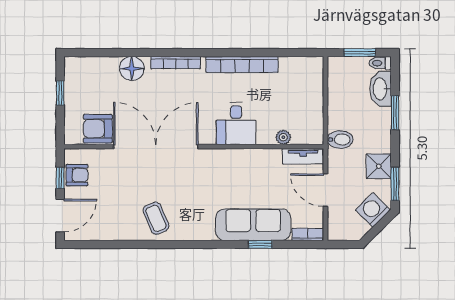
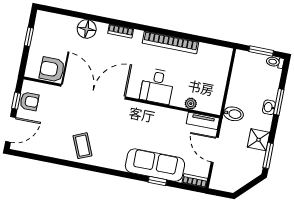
bookcase: (176, 63) -> (121, 31), width x0.64
washbasin: (381, 89) -> (269, 107), moved, width x0.52, depth x0.69
washing machine: (373, 210) -> (248, 172), removed

